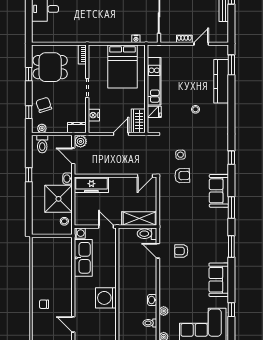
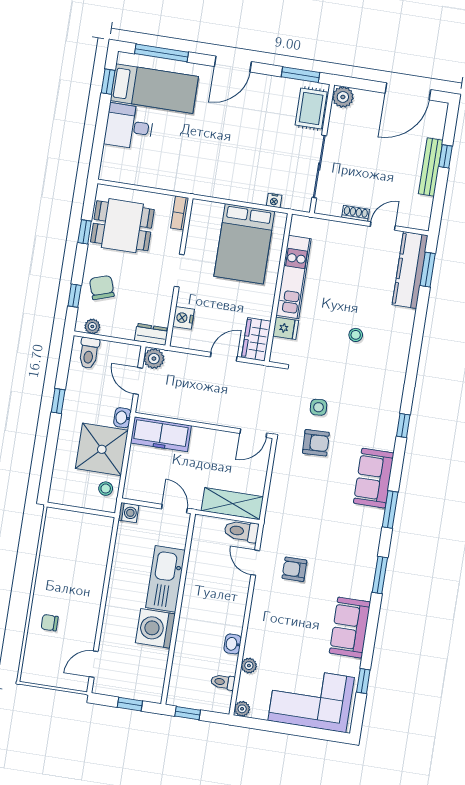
kitchen counter: (221, 81) -> (410, 270), moved
kitchen sink: (83, 258) -> (166, 579), moved, turned 180
door: (73, 324) -> (94, 664), hinge flipped

